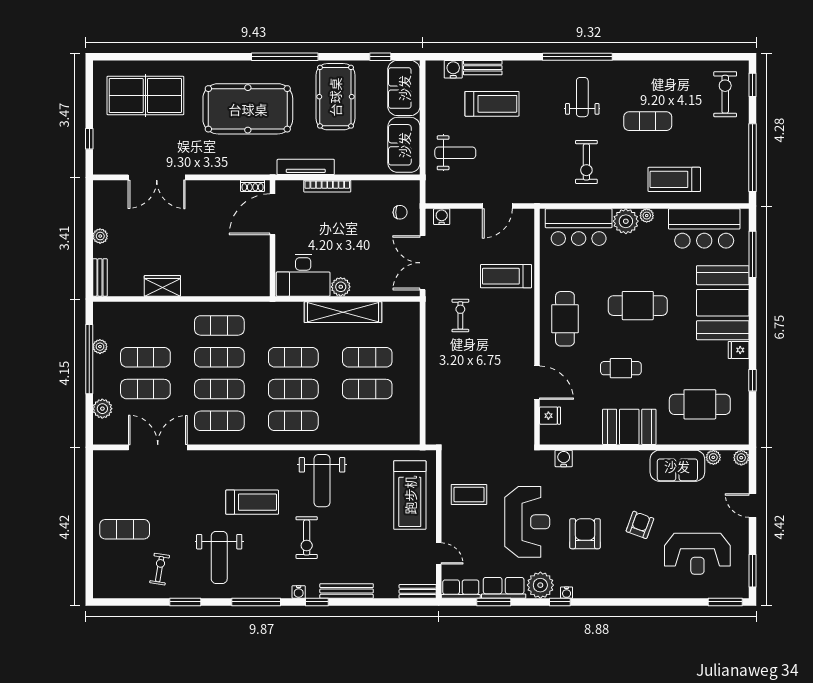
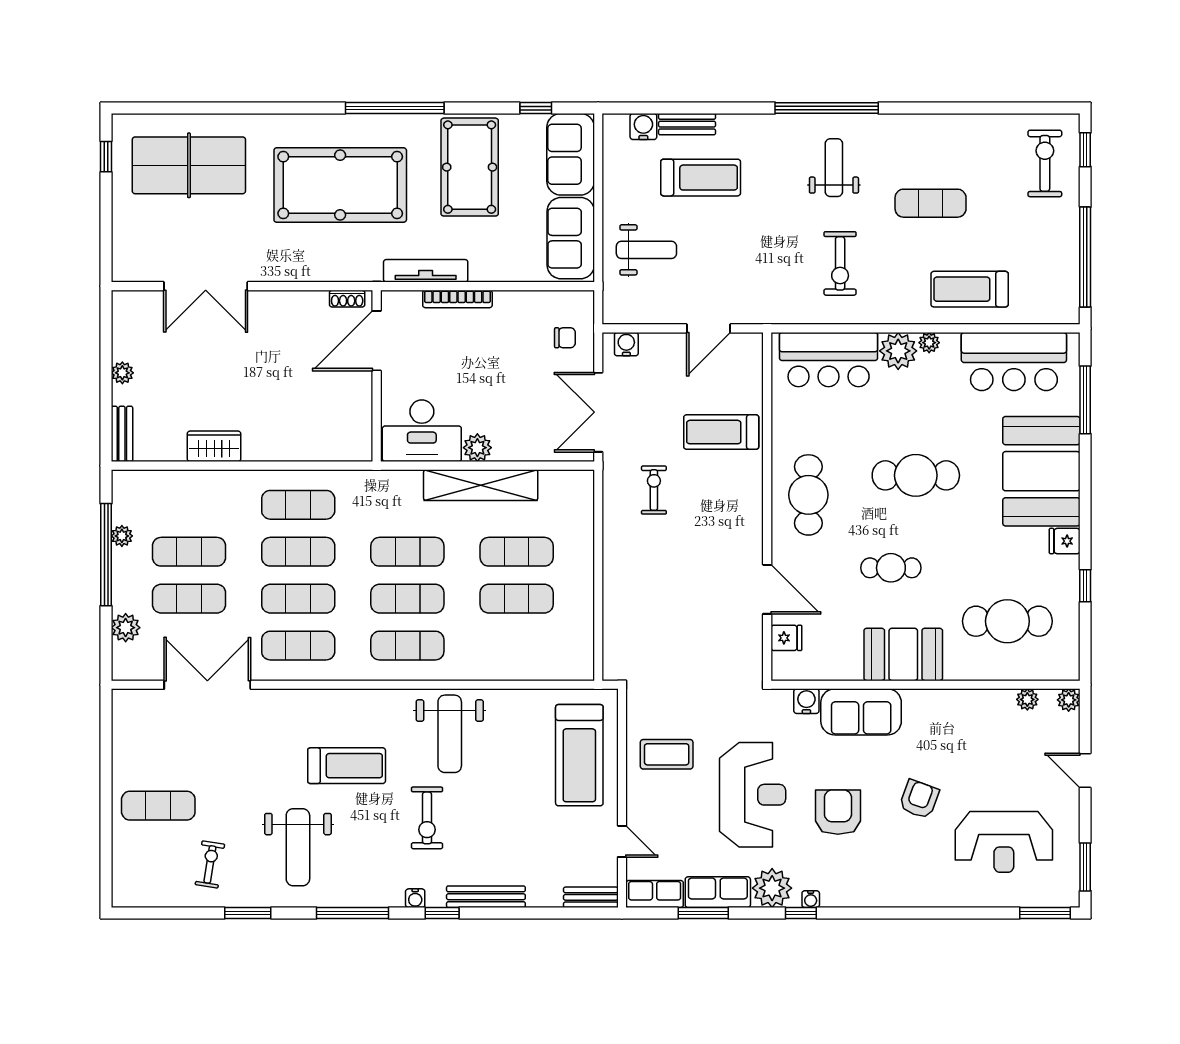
window: (89, 139) -> (106, 157), moved
sofa: (677, 466) -> (861, 712), moved

